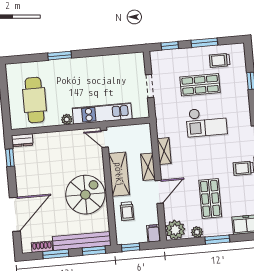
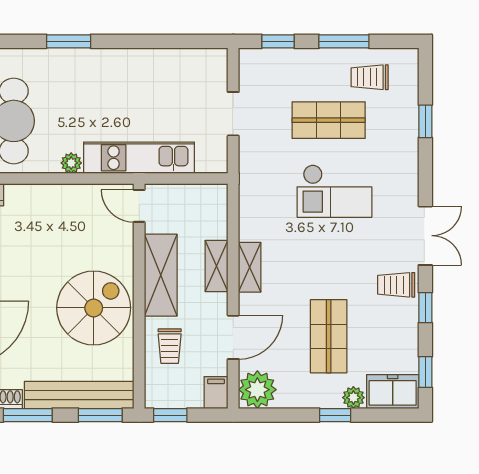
shelving: (164, 151) -> (250, 267), moved
door: (159, 192) -> (233, 337), moved
plant: (197, 232) -> (353, 398), moved
window: (217, 240) -> (335, 415), width x0.67

